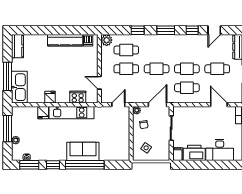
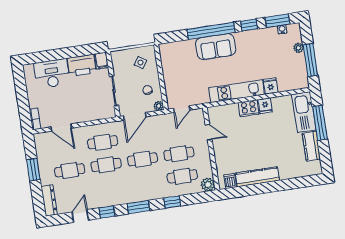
kitchen counter: (17, 46) -> (311, 146), moved
cooker: (78, 97) -> (249, 108), moved

